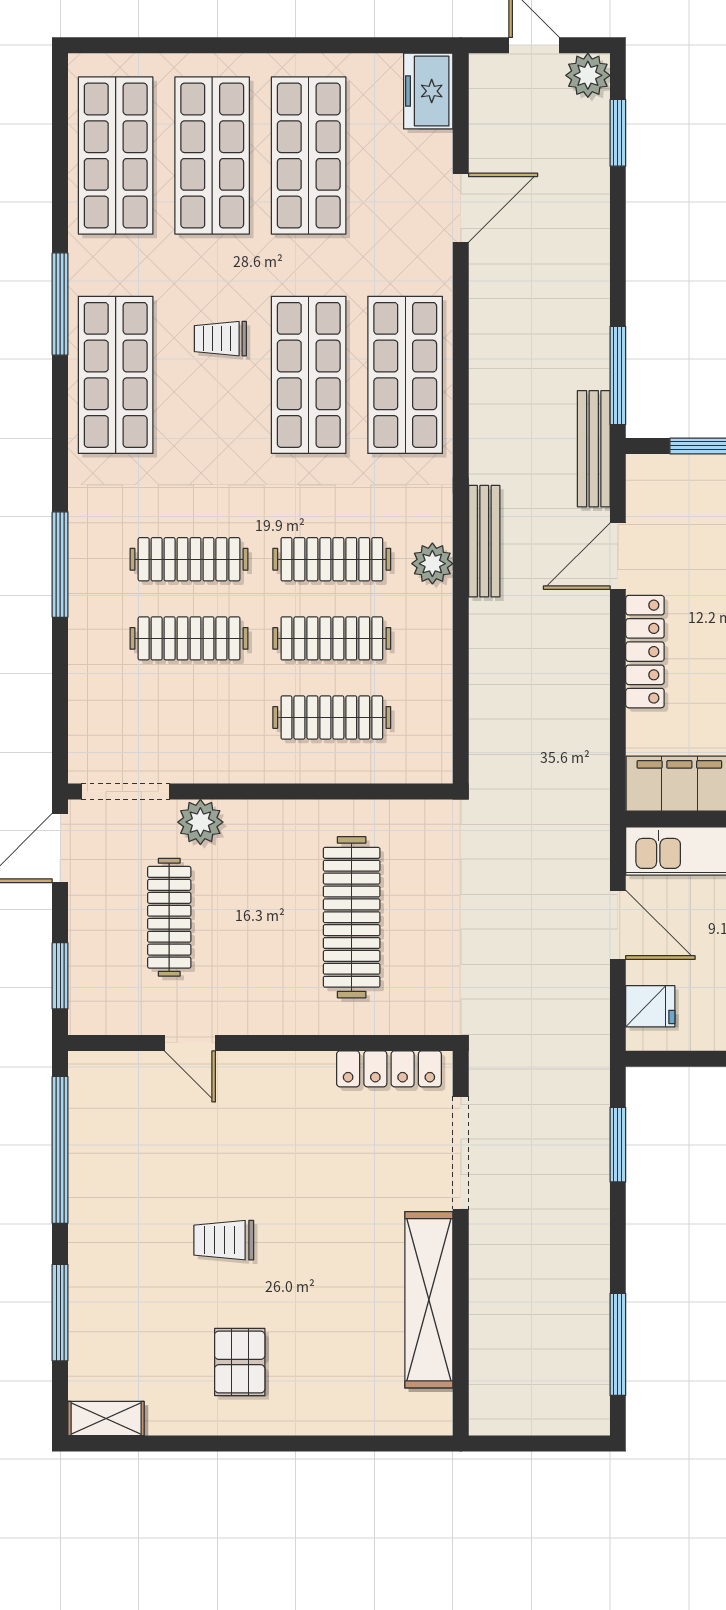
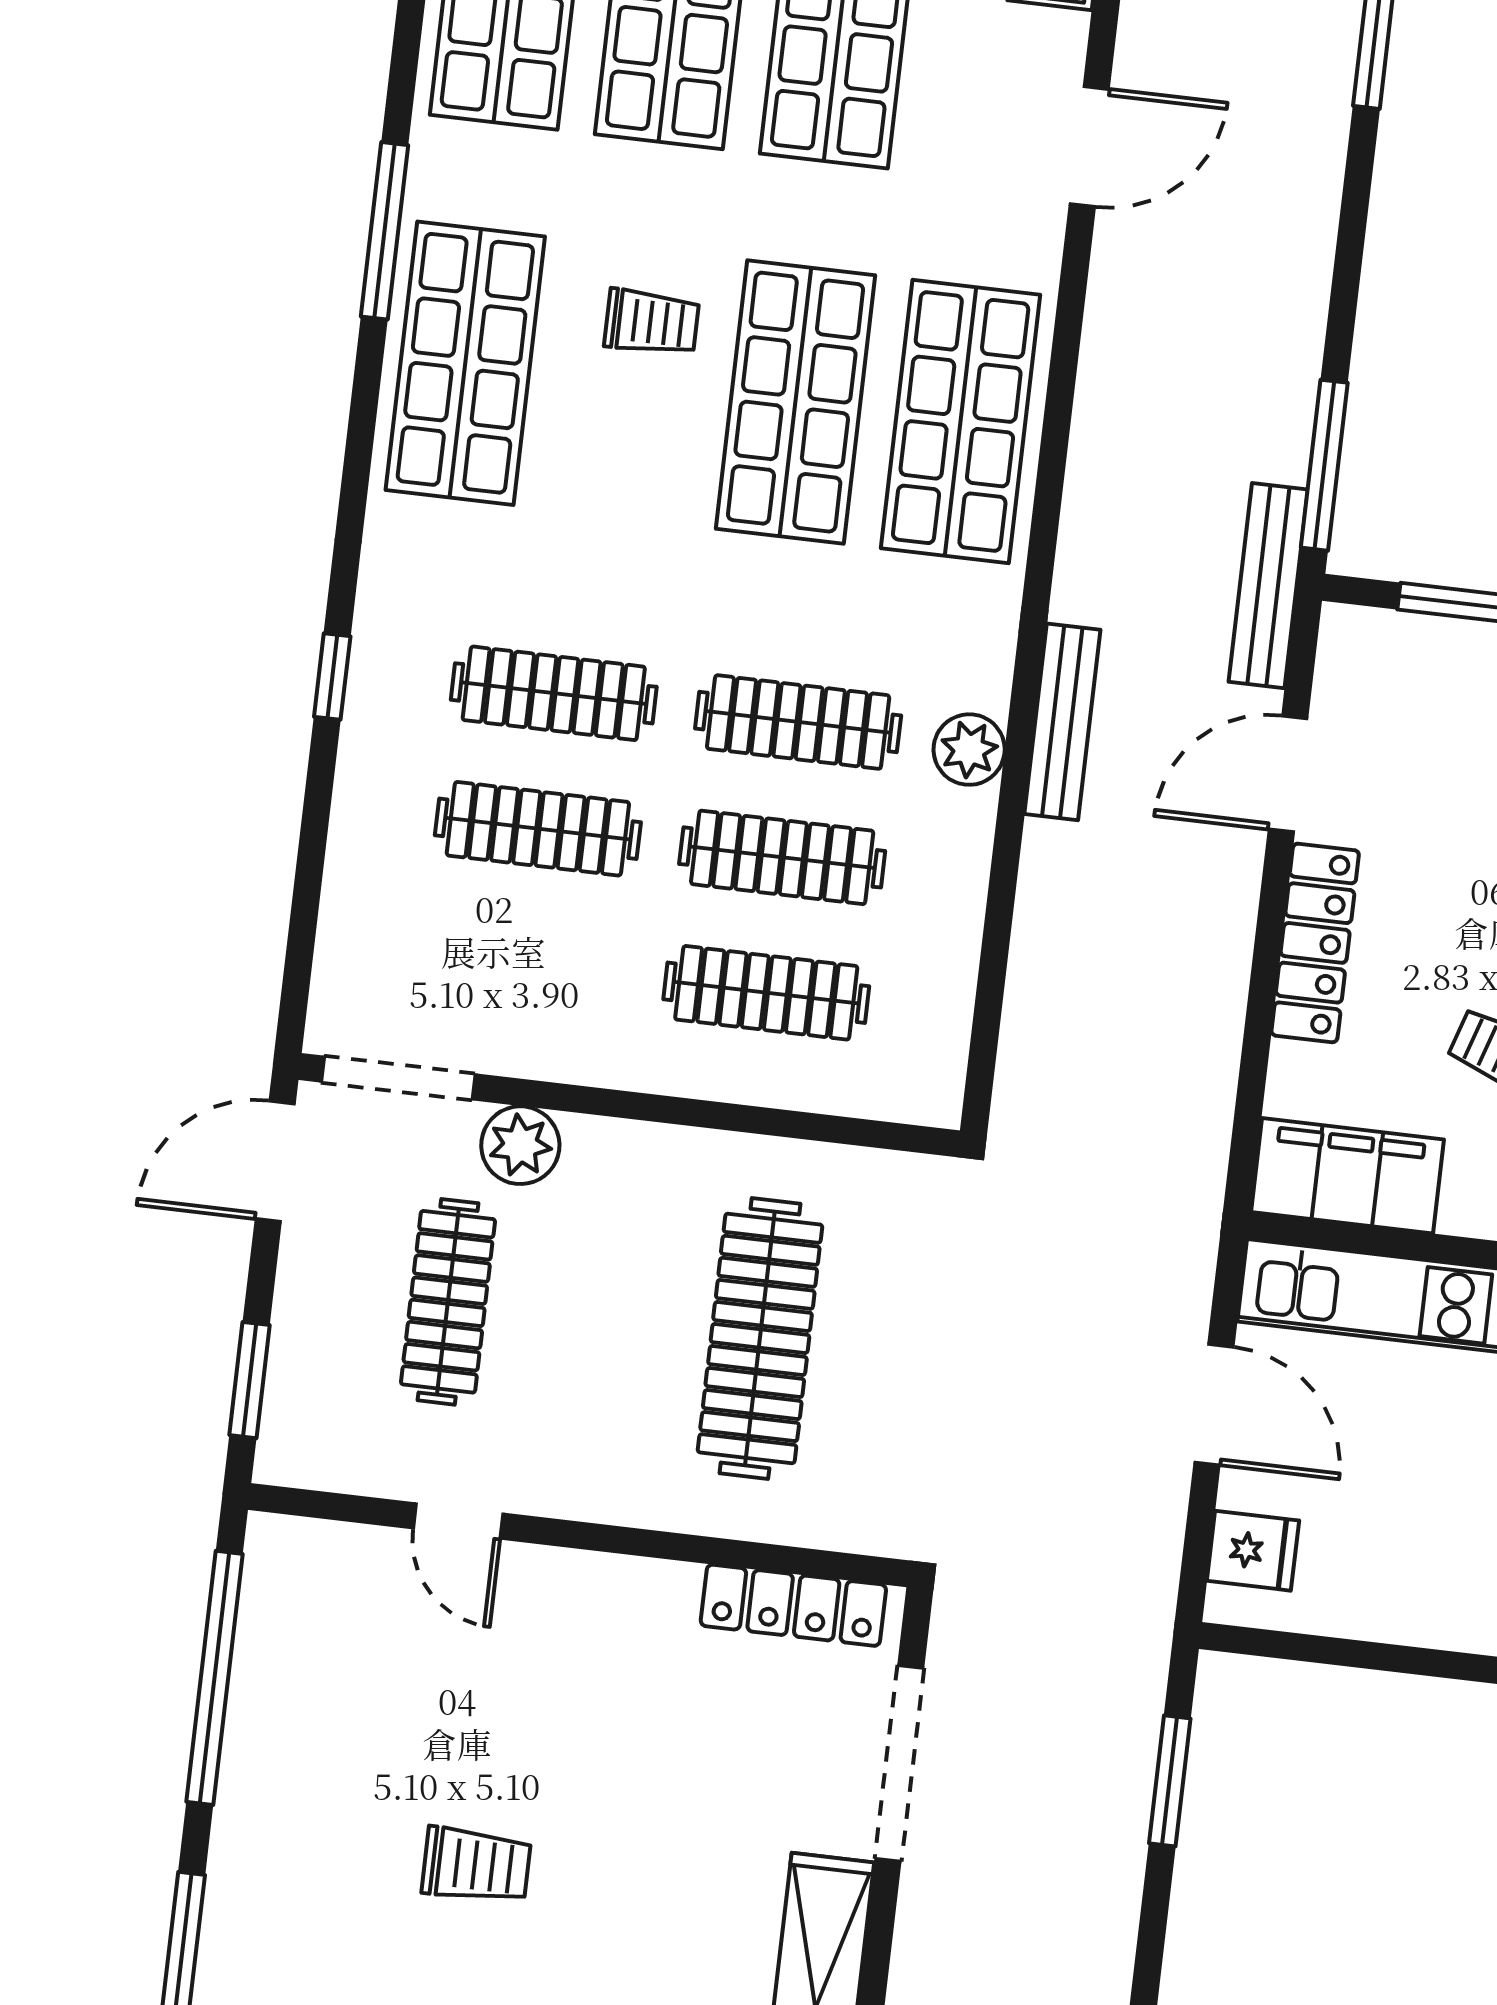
trolley: (220, 339) -> (652, 322), turned 180
window: (60, 565) -> (332, 677), width x0.46
trolley: (224, 1240) -> (476, 1865), turned 180

